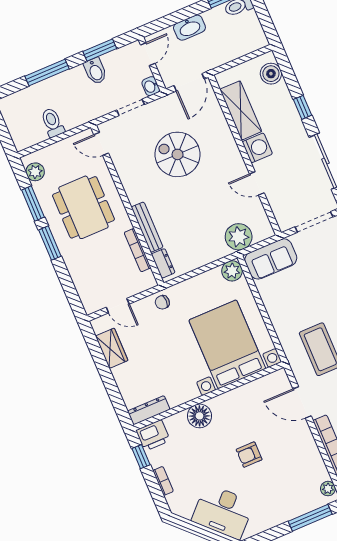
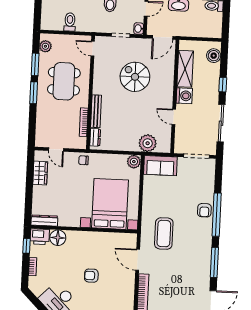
floor lamp: (199, 416) -> (58, 238), moved

